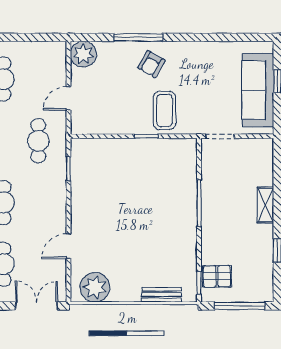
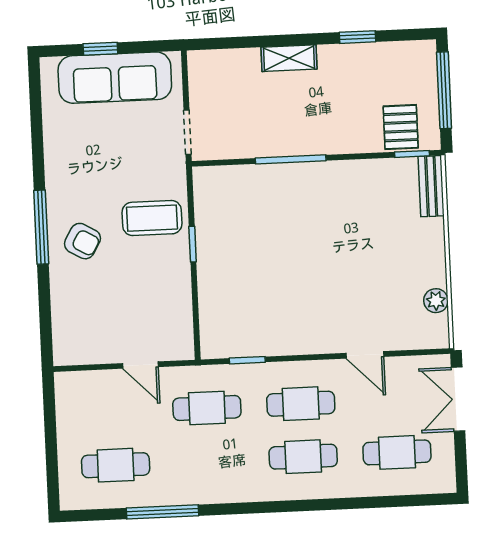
window: (138, 37) -> (41, 227), moved
plant: (83, 54) -> (72, 345), removed
cafe table: (38, 202) -> (301, 404), added
plant: (95, 287) -> (436, 301), width x0.53, depth x0.53
bench: (162, 295) -> (431, 186), moved

